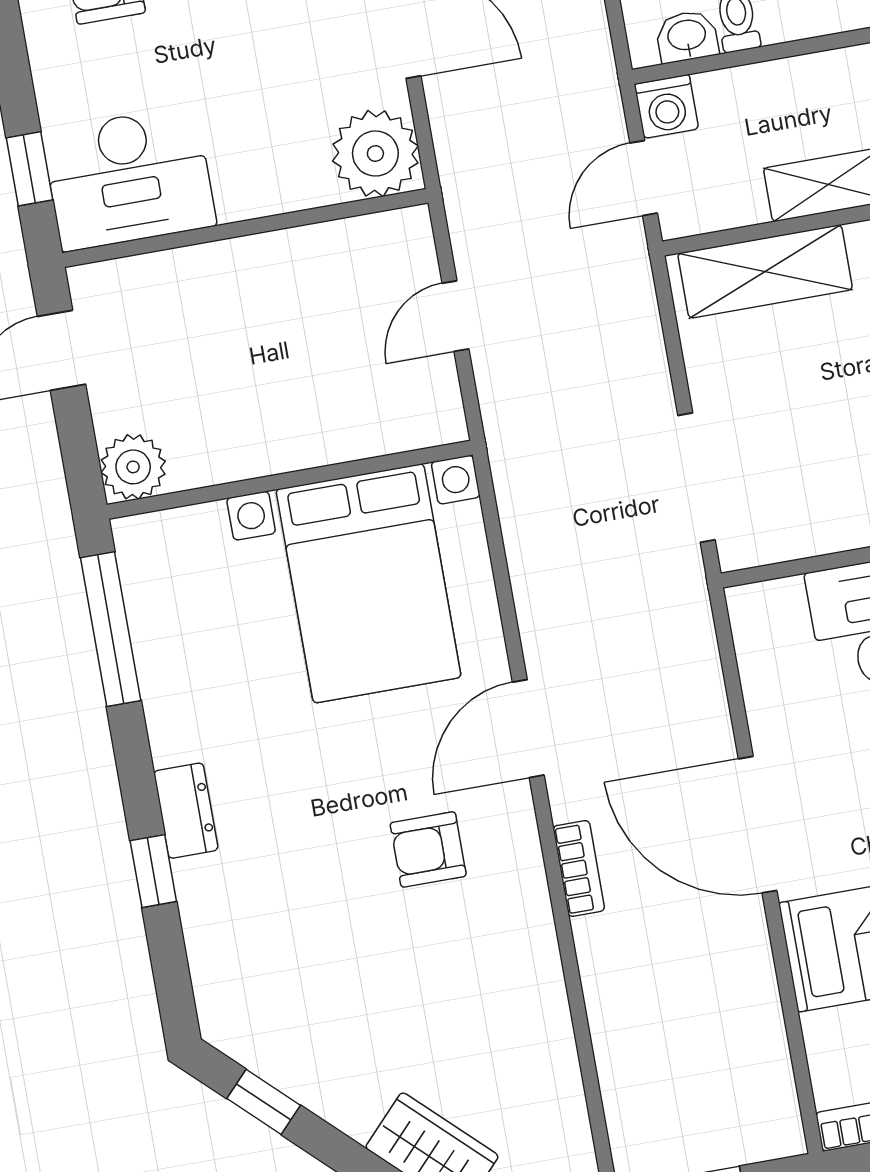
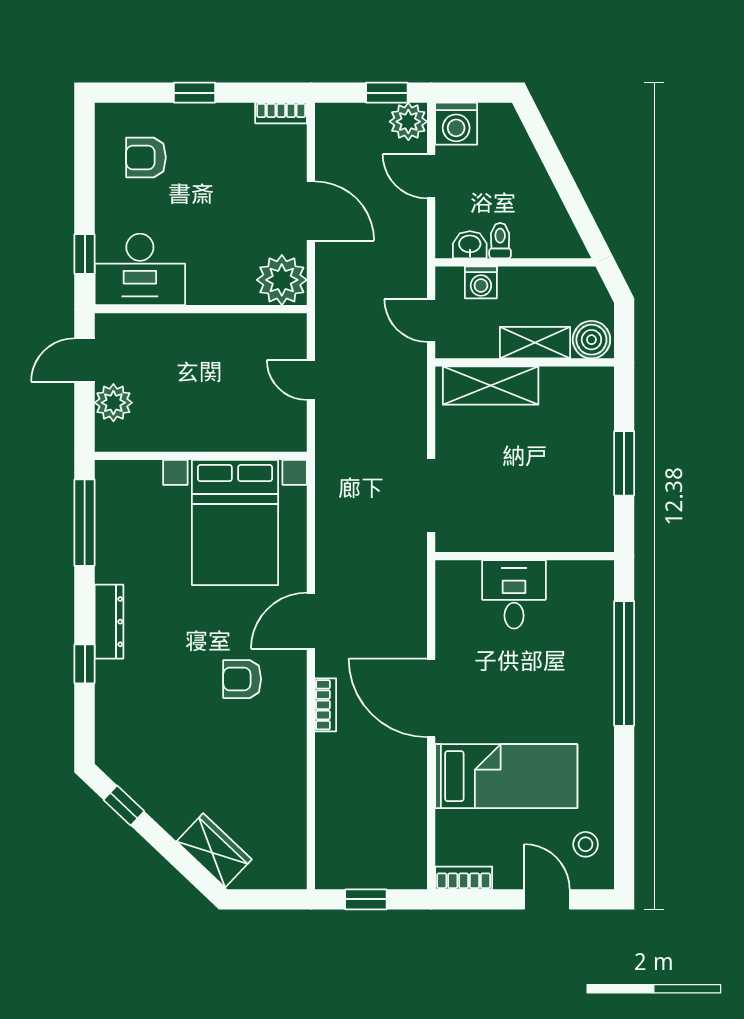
washing machine: (666, 106) -> (481, 282), moved
door: (644, 178) -> (431, 321), hinge flipped
door: (456, 316) -> (311, 380), hinge flipped
plant: (133, 467) -> (113, 403), moved
dresser: (186, 811) -> (109, 622), width x1.44

